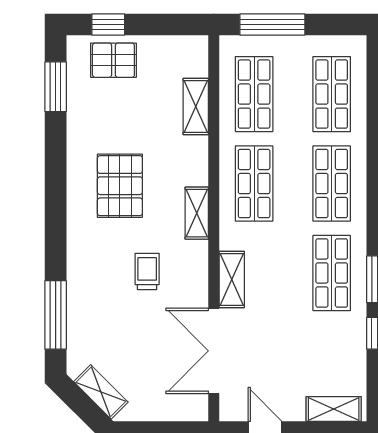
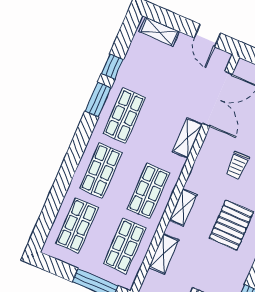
shelving: (197, 213) -> (183, 208), moved

